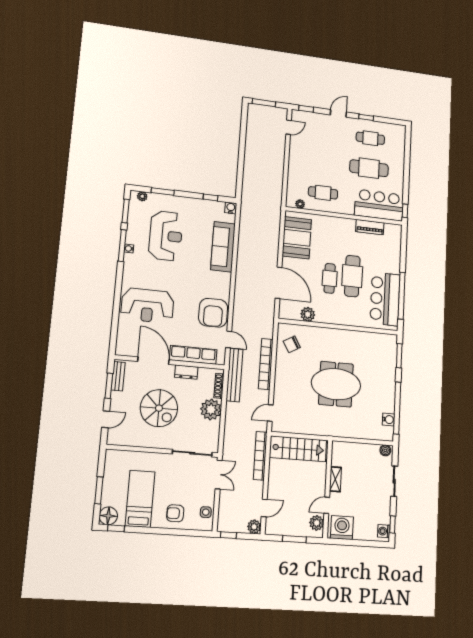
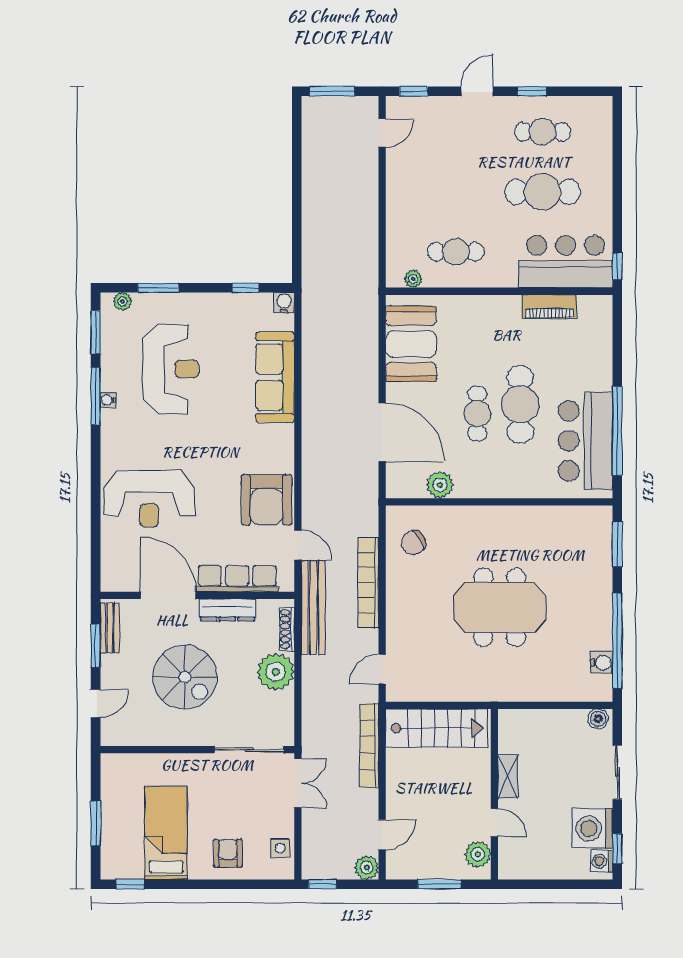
dresser: (186, 372) -> (227, 610), width x1.44
door: (327, 505) -> (494, 823), swing flipped
armchair: (175, 513) -> (228, 853), turned 90
floor lamp: (108, 516) -> (115, 865), removed
washing machine: (342, 528) -> (593, 828), moved, turned -90

